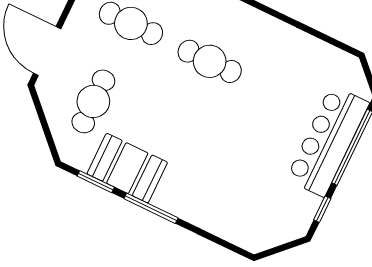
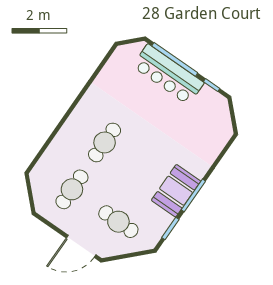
booth: (127, 168) -> (176, 191), moved

